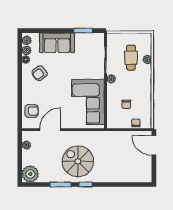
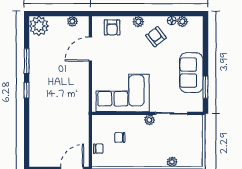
plant: (27, 40) -> (138, 22), moved
sofa: (57, 43) -> (191, 73), moved
cafe table: (131, 58) -> (174, 143), removed
door: (50, 130) -> (90, 49), swing flipped
spiral stairs: (78, 161) -> (53, 81), removed

